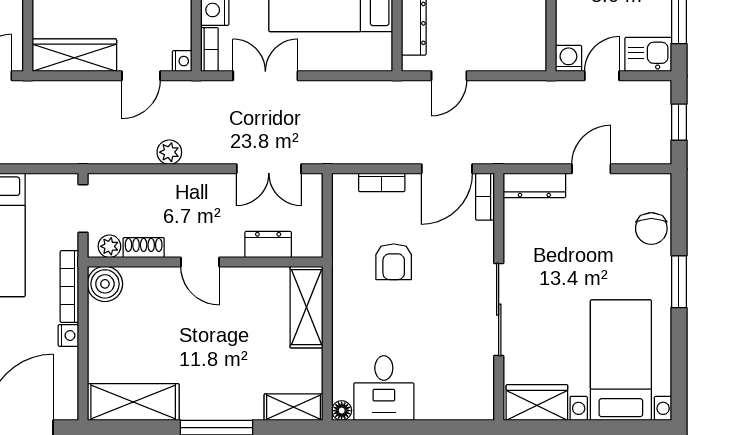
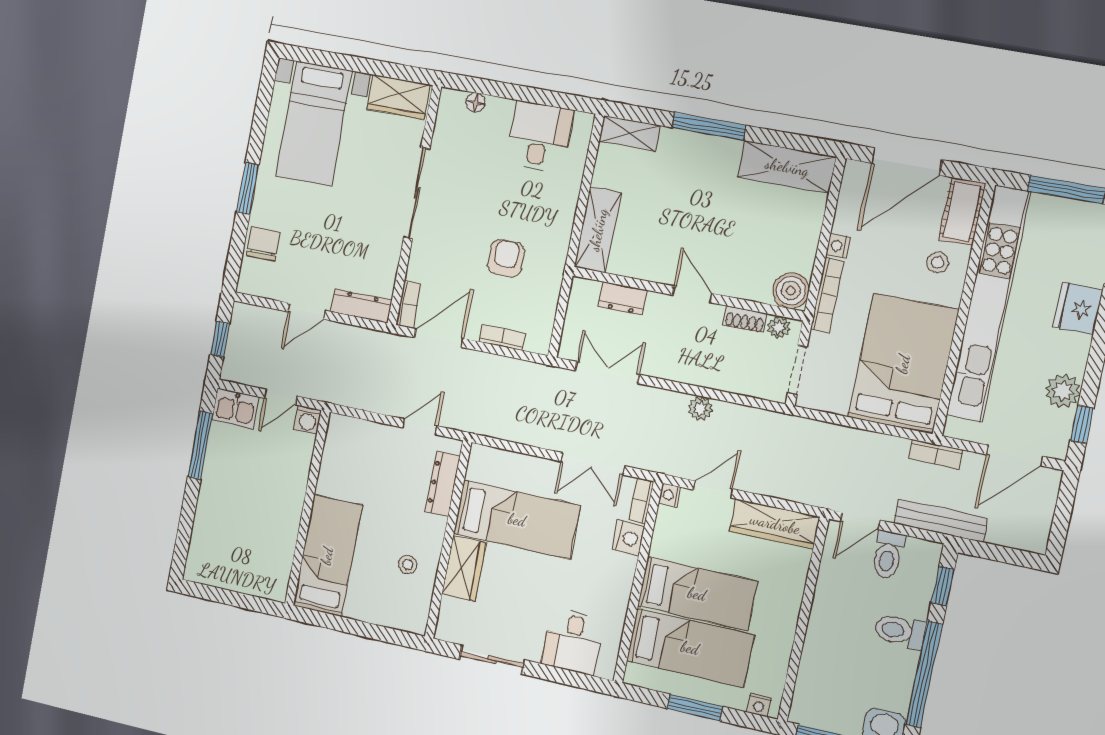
floor lamp: (342, 411) -> (476, 102), moved

